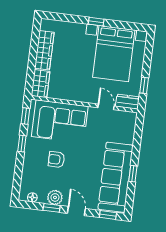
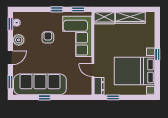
door: (106, 107) -> (93, 70), swing flipped
window: (52, 208) -> (10, 24), moved

